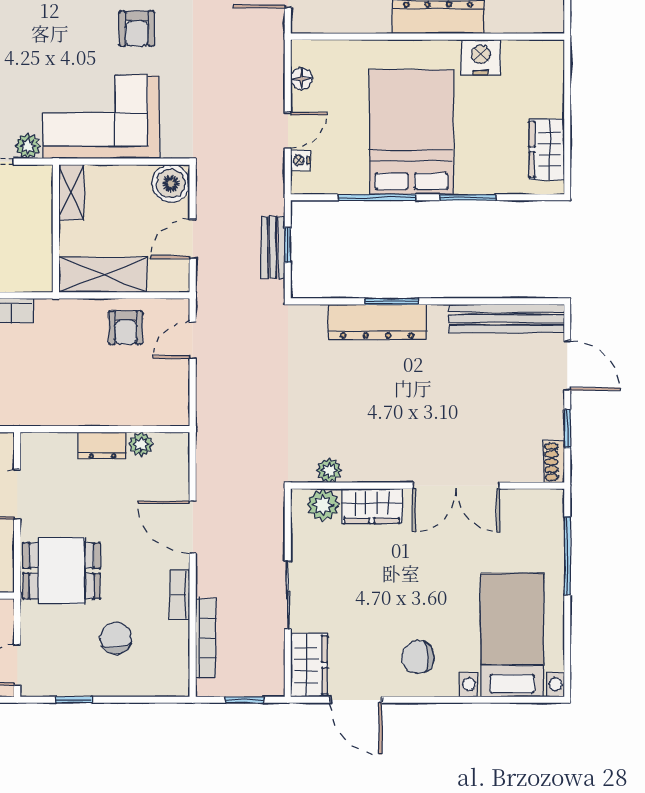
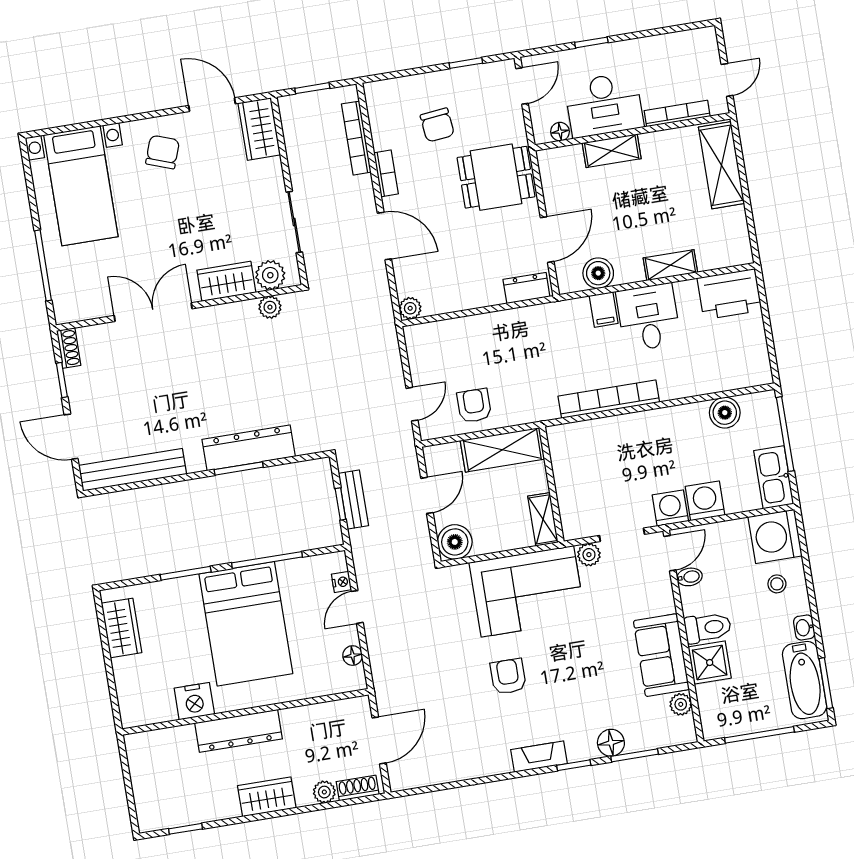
plant: (141, 444) -> (410, 308), moved
dresser: (102, 446) -> (526, 288), moved
sliding door: (288, 595) -> (294, 222), moved
chair: (418, 657) -> (163, 152), turned -70

